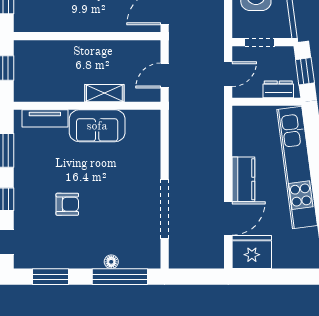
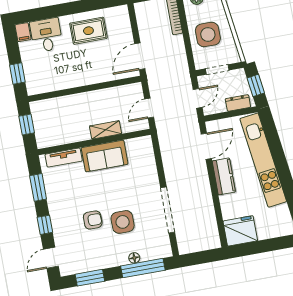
side table: (105, 214) -> (123, 222), added
door: (228, 219) -> (206, 146), moved

